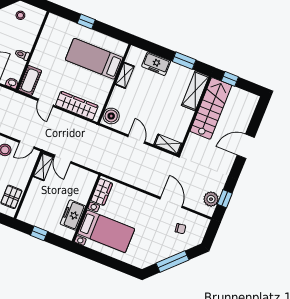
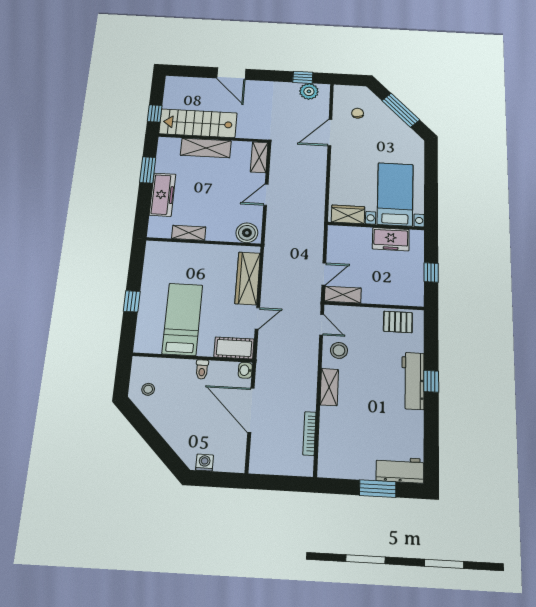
bed: (94, 59) -> (182, 319), moved, turned 180
freezer: (156, 64) -> (163, 195), width x1.40
shelving: (195, 91) -> (206, 148), moved

